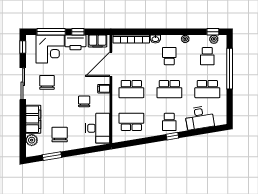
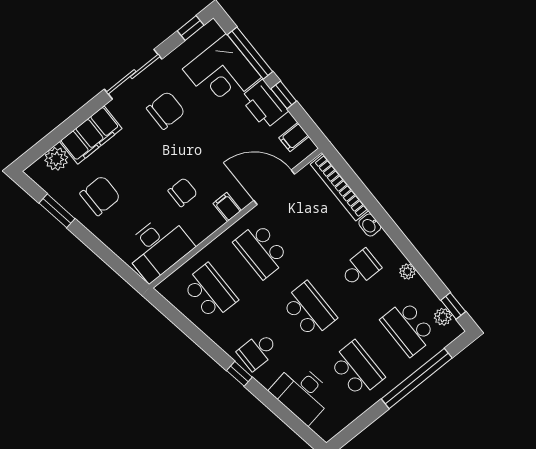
filing cabinet: (97, 41) -> (294, 137), width x0.50
school desk: (207, 56) -> (408, 328), width x1.85
school desk: (169, 89) -> (309, 310), turned 180
school desk: (207, 89) -> (357, 369), turned 180

